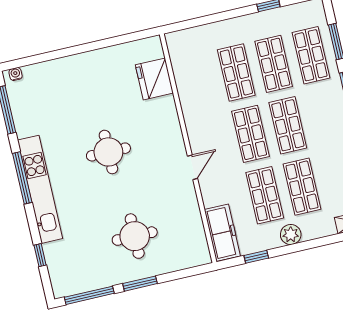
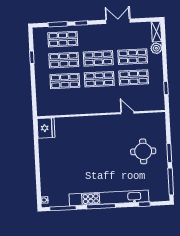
fridge: (154, 79) -> (46, 128), moved, turned -90
round table: (108, 152) -> (95, 157), removed
door: (192, 167) -> (127, 113), moved
kitchen unit: (40, 189) -> (109, 198), width x1.36
freezer: (222, 233) -> (150, 104), removed
plant: (291, 234) -> (156, 48), moved

